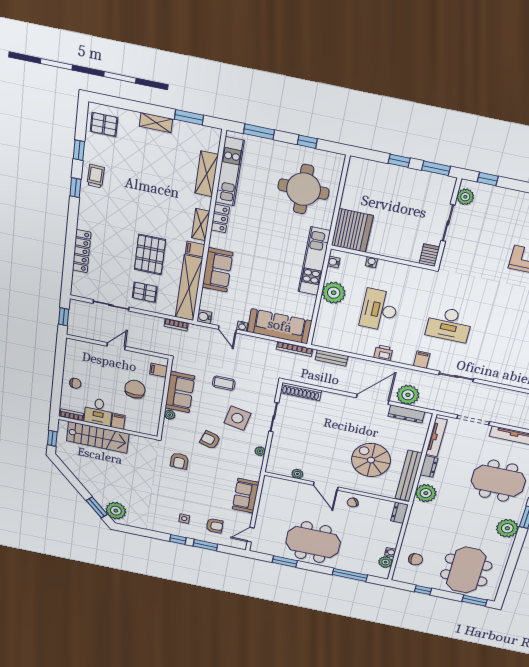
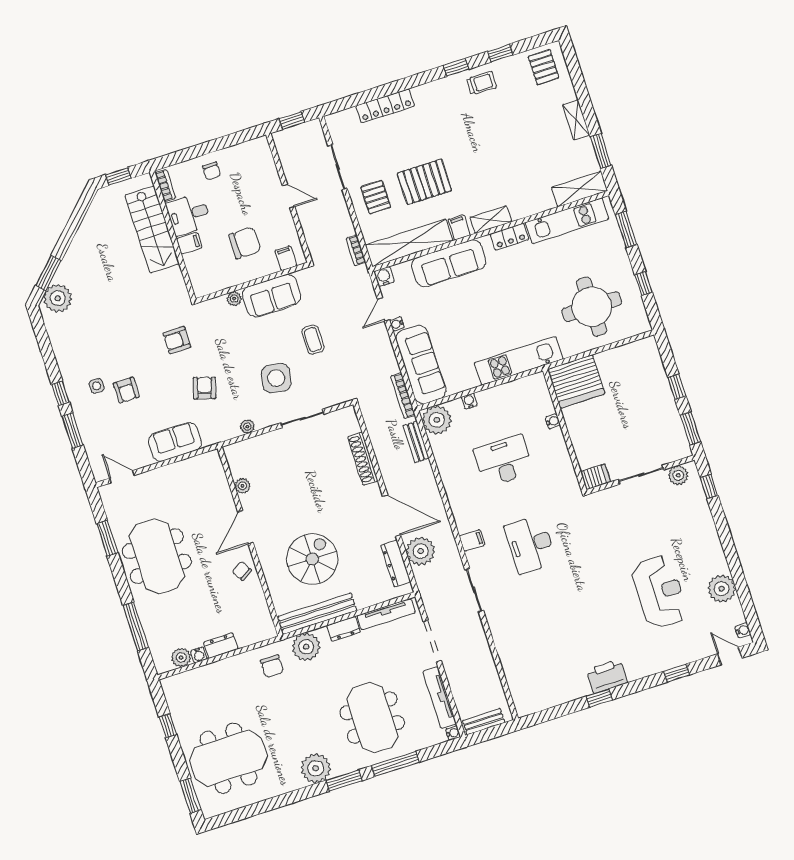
shelving: (207, 174) -> (580, 189), moved
water cooler: (334, 262) -> (469, 401), moved
sofa: (217, 270) -> (449, 263), width x1.36
plant: (334, 293) -> (437, 420), moved
printer: (383, 353) -> (456, 494), removed
shoe rack: (301, 392) -> (363, 459), moved
armchair: (210, 440) -> (204, 388), moved
dresser: (399, 513) -> (221, 646), moved
armchair: (215, 526) -> (126, 390), moved
chair: (416, 559) -> (272, 666), moved

